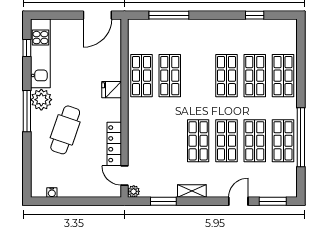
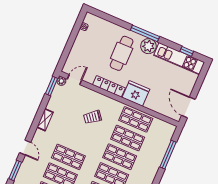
fridge: (112, 90) -> (136, 93), width x1.88, depth x1.34
cafe table: (65, 130) -> (122, 53), turned 71
trolley: (162, 132) -> (93, 117), added
shop shelf: (198, 141) -> (120, 157), moved
locker: (114, 144) -> (109, 86), moved
window: (163, 201) -> (52, 86), moved

